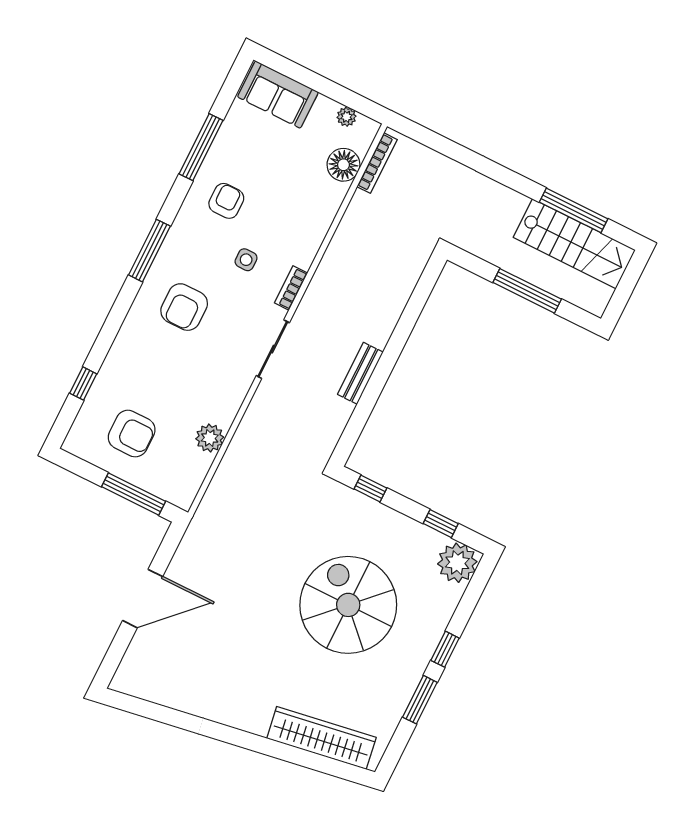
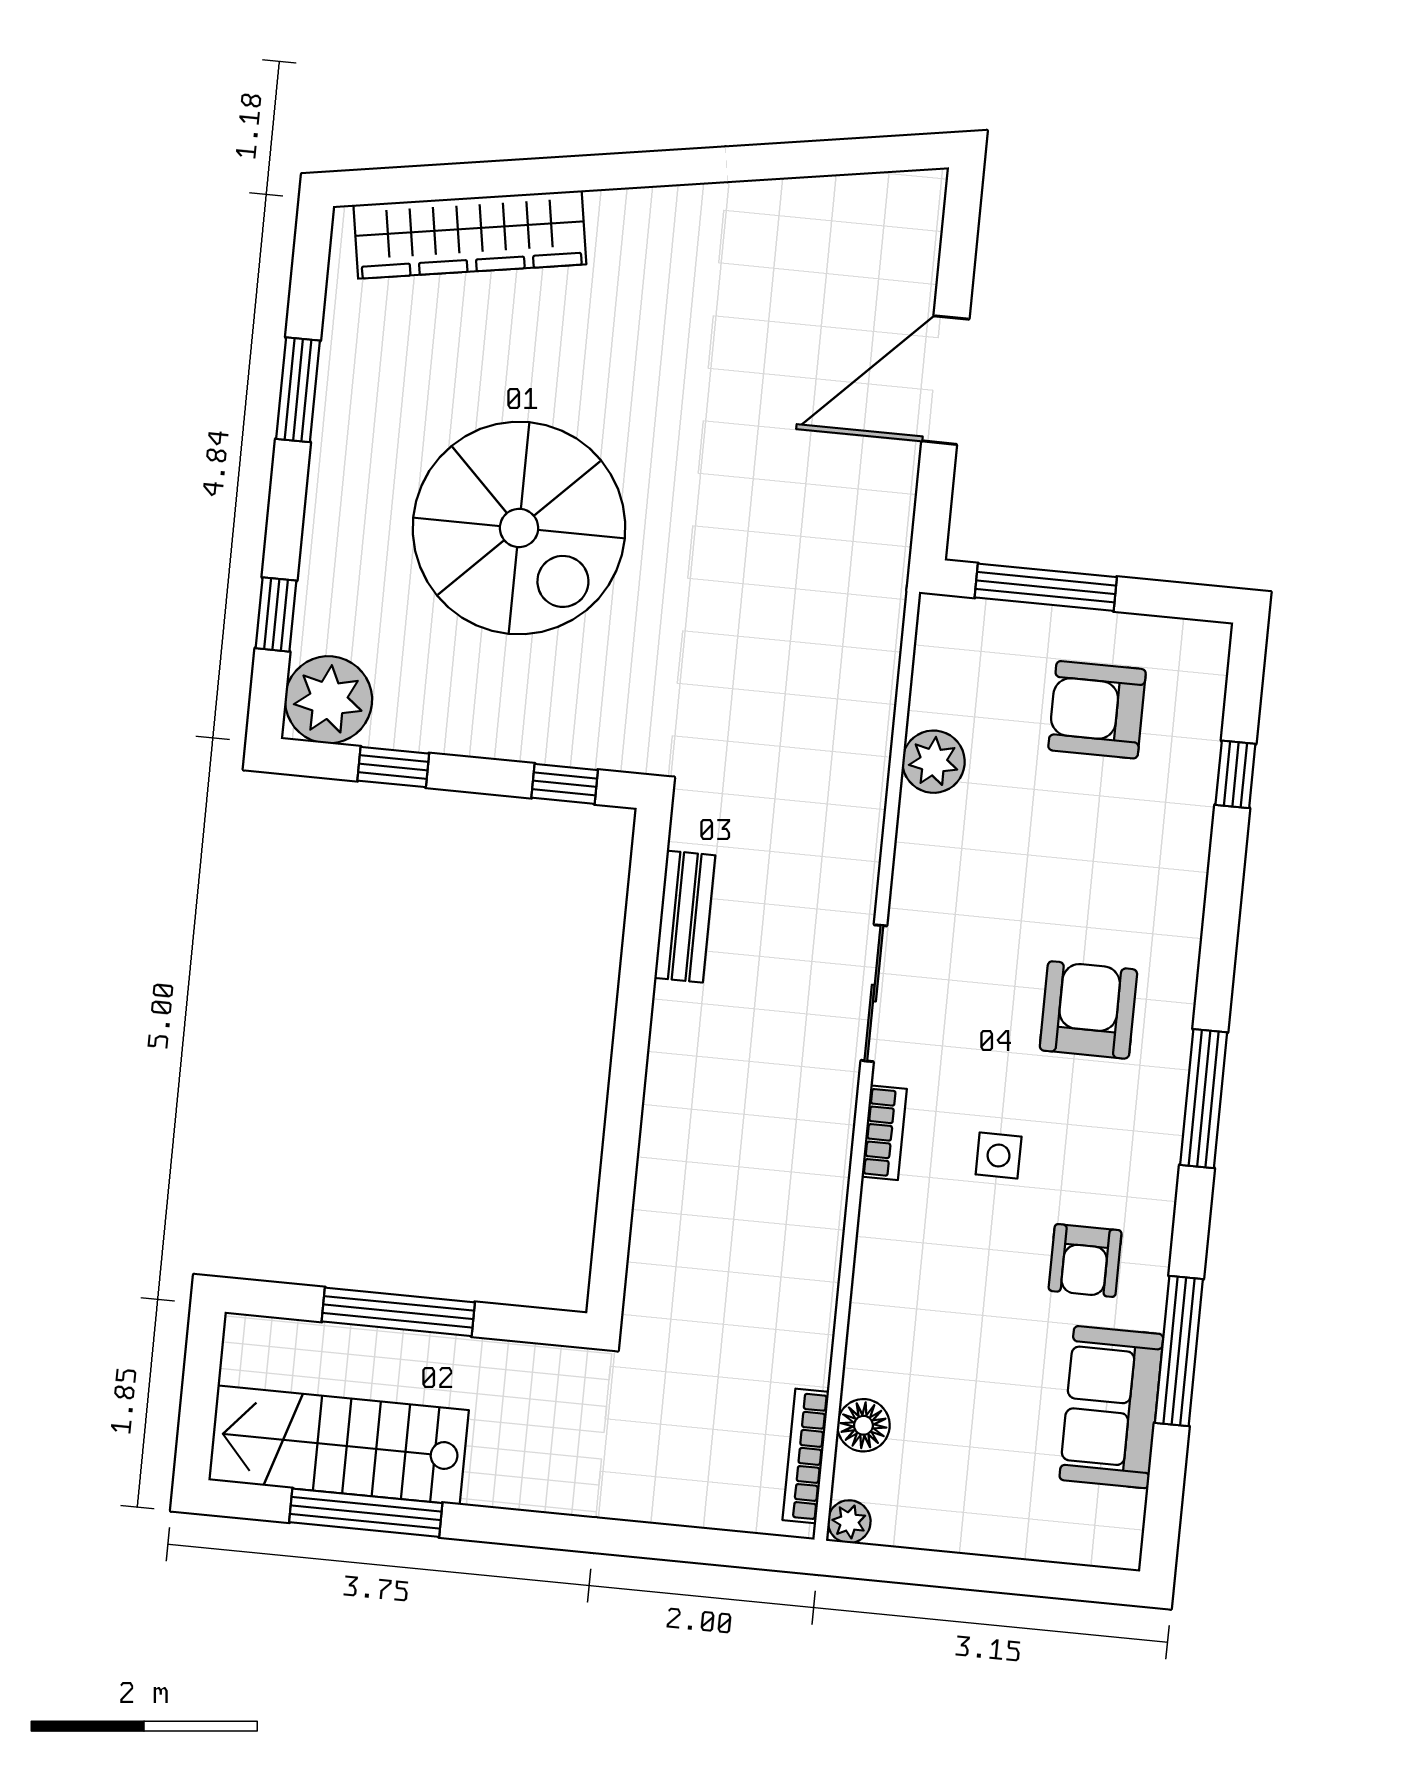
sofa: (278, 95) -> (1111, 1407), moved, turned -90
plant: (347, 117) -> (849, 1522), moved
floor lamp: (343, 165) -> (863, 1425), width x0.73, depth x0.73
bench: (360, 373) -> (685, 917), moved
window: (445, 649) -> (276, 614), moved

